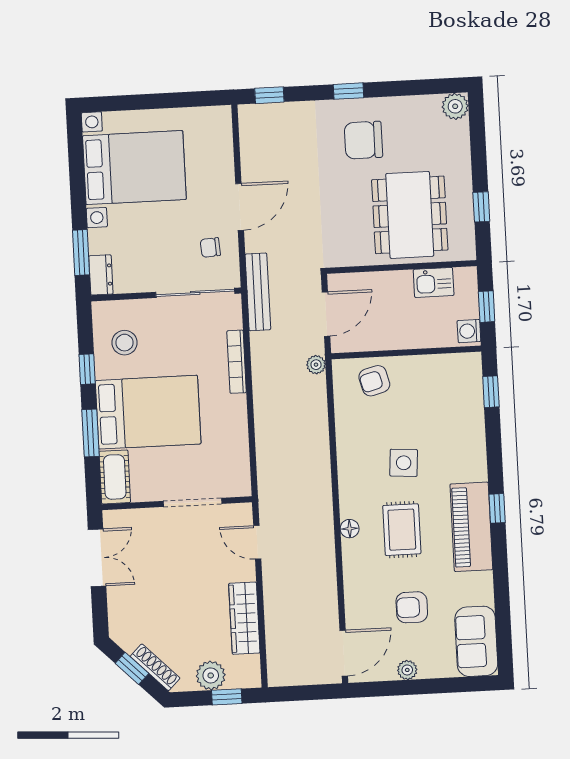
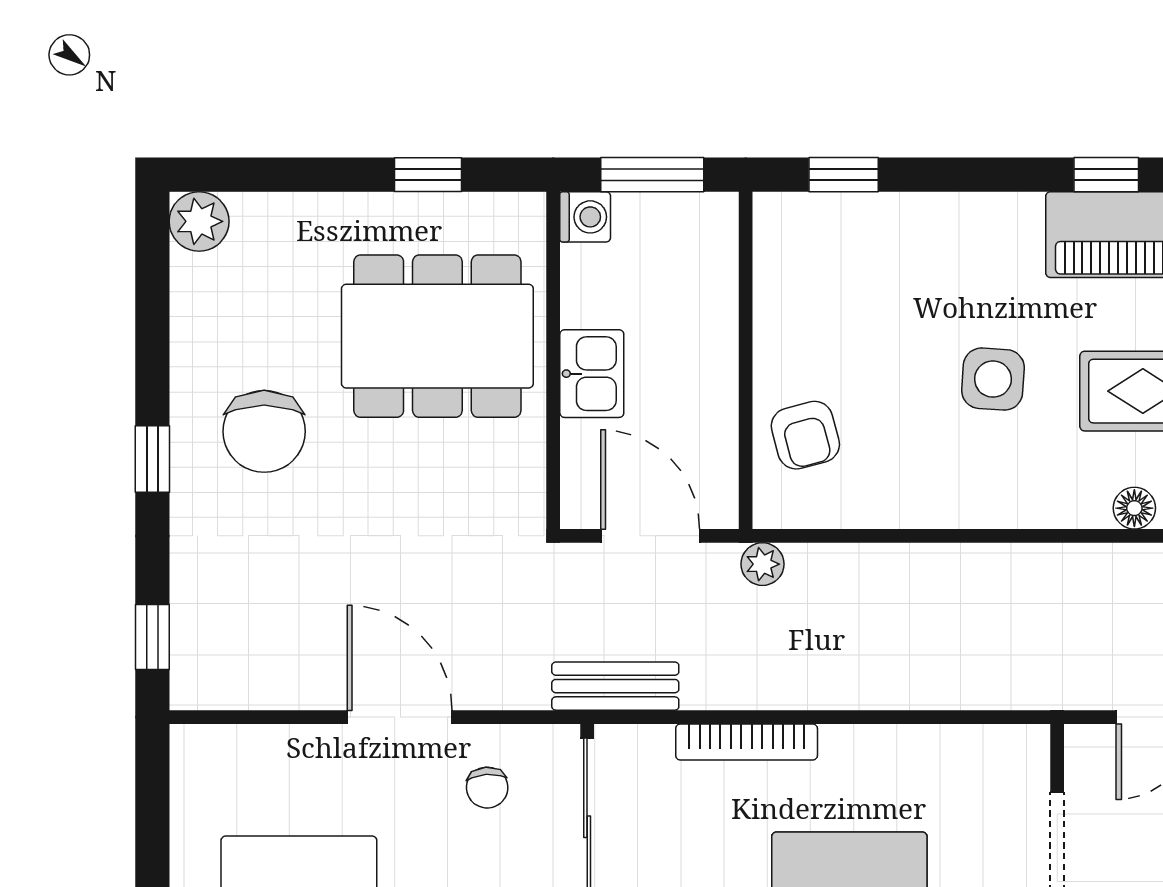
kitchen sink: (434, 282) -> (592, 374), moved
bench: (258, 292) -> (615, 686), width x0.73
window: (487, 307) -> (652, 175), width x1.50
washing machine: (469, 331) -> (585, 217), moved, turned -90

